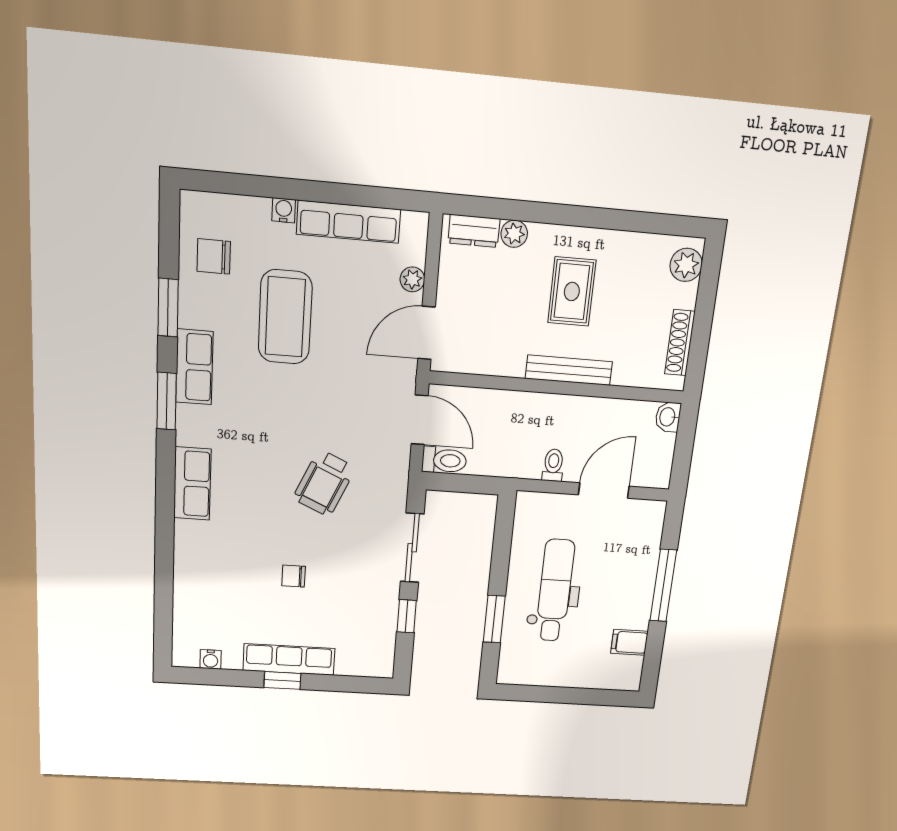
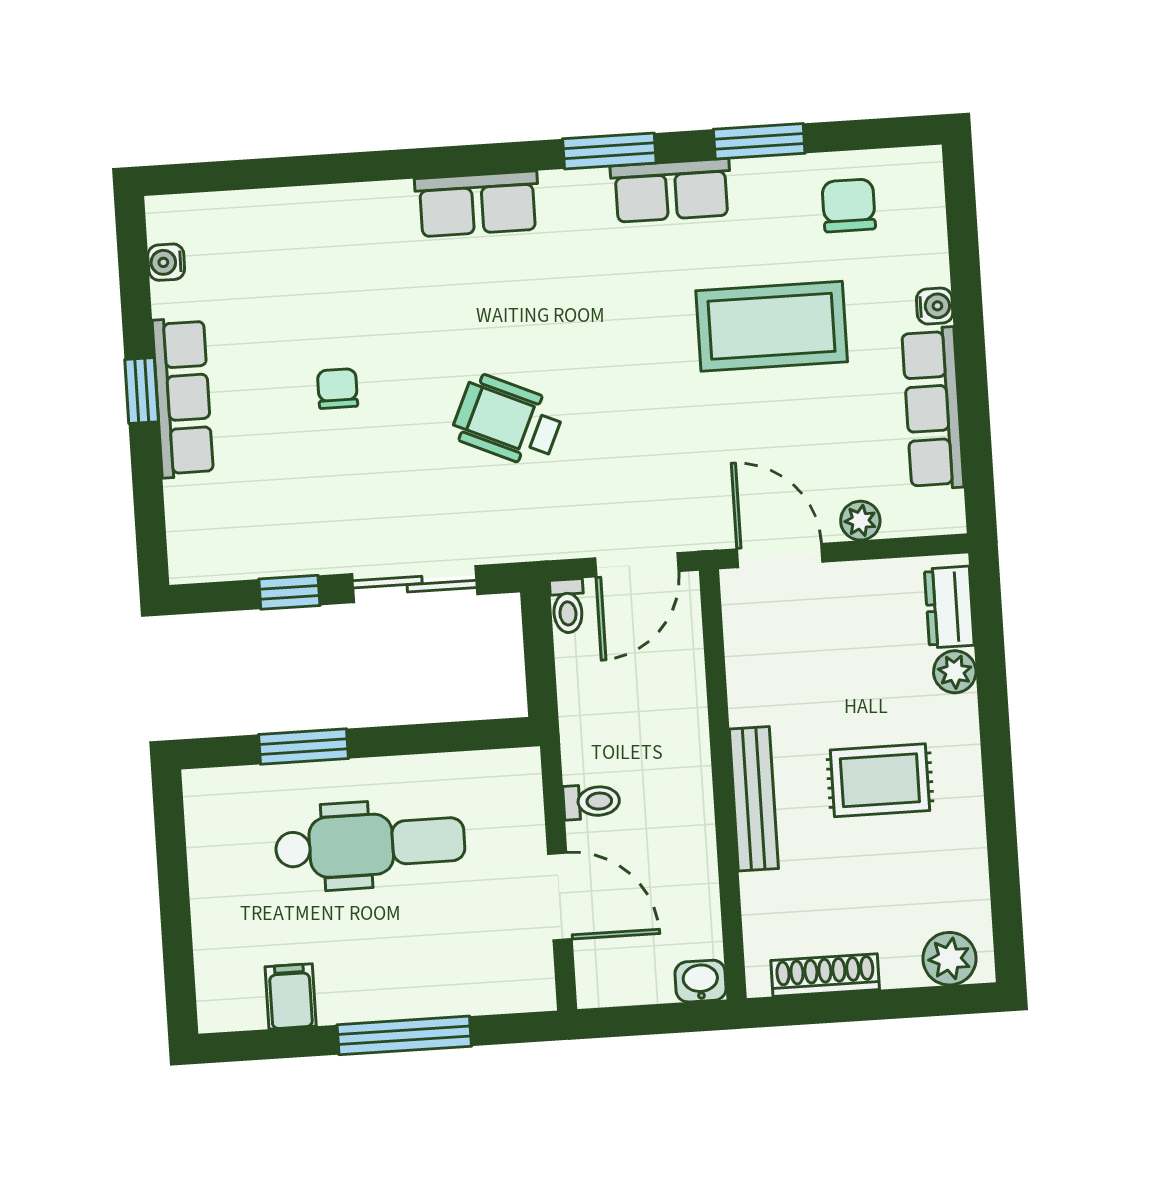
toilet: (444, 460) -> (567, 606), width x0.73, depth x0.72

